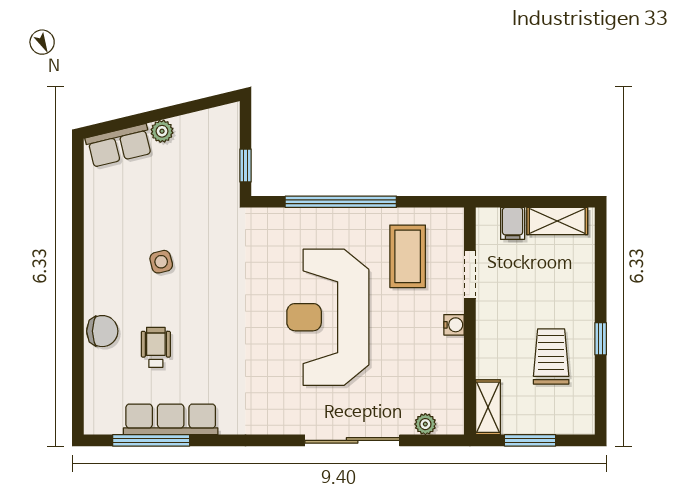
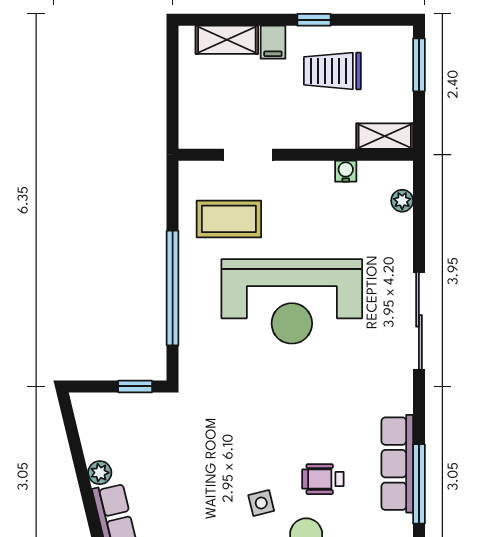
shelving: (557, 221) -> (227, 40), moved, turned 90
filing cabinet: (513, 223) -> (273, 42), moved, turned 90
side table: (161, 262) -> (261, 503), moved
water cooler: (454, 325) -> (346, 171), moved
sliding door: (352, 440) -> (419, 321), moved
window: (530, 440) -> (419, 65), moved

